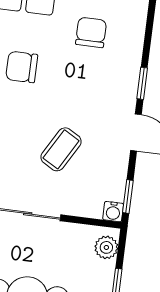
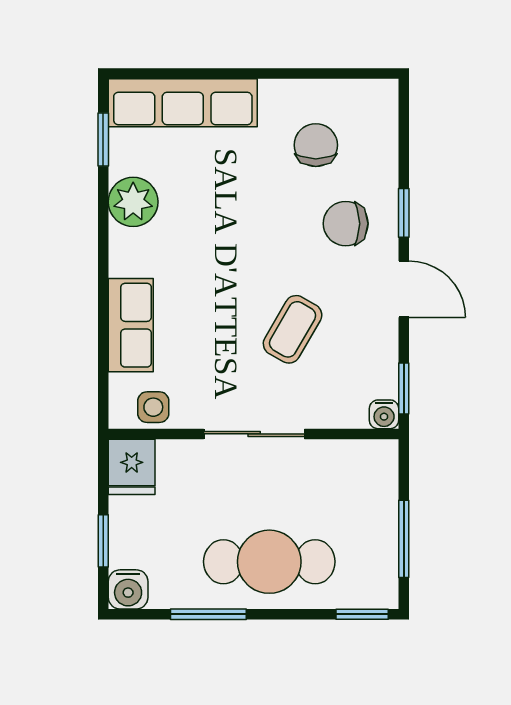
chair: (22, 67) -> (346, 224), moved
plant: (106, 247) -> (381, 470), removed

